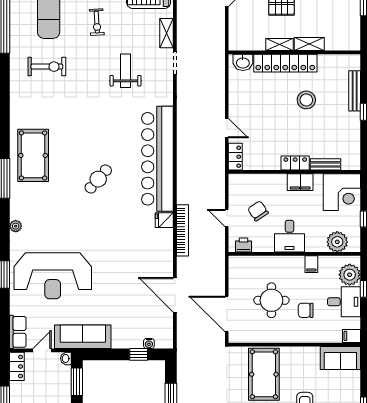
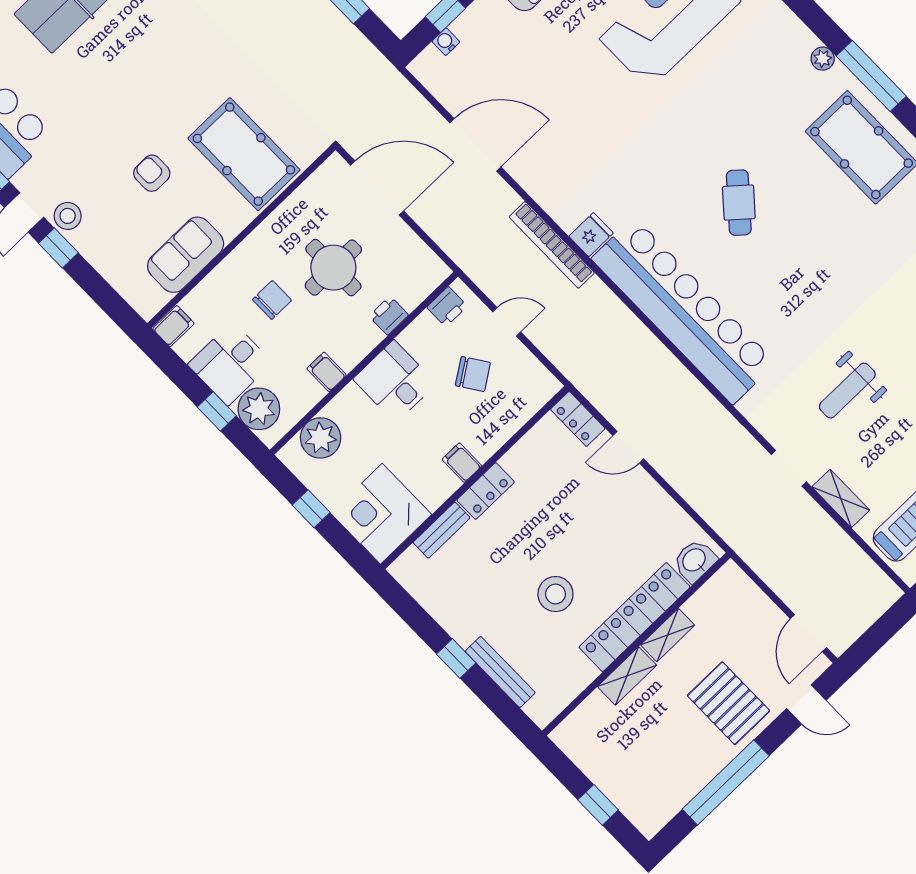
weight bench: (125, 71) -> (847, 391), turned 90
filing cabinet: (300, 182) -> (462, 463), width x0.50
plant: (16, 226) -> (823, 59), moved
printer: (268, 263) -> (389, 316), added
sofa: (340, 358) -> (186, 255), moved

